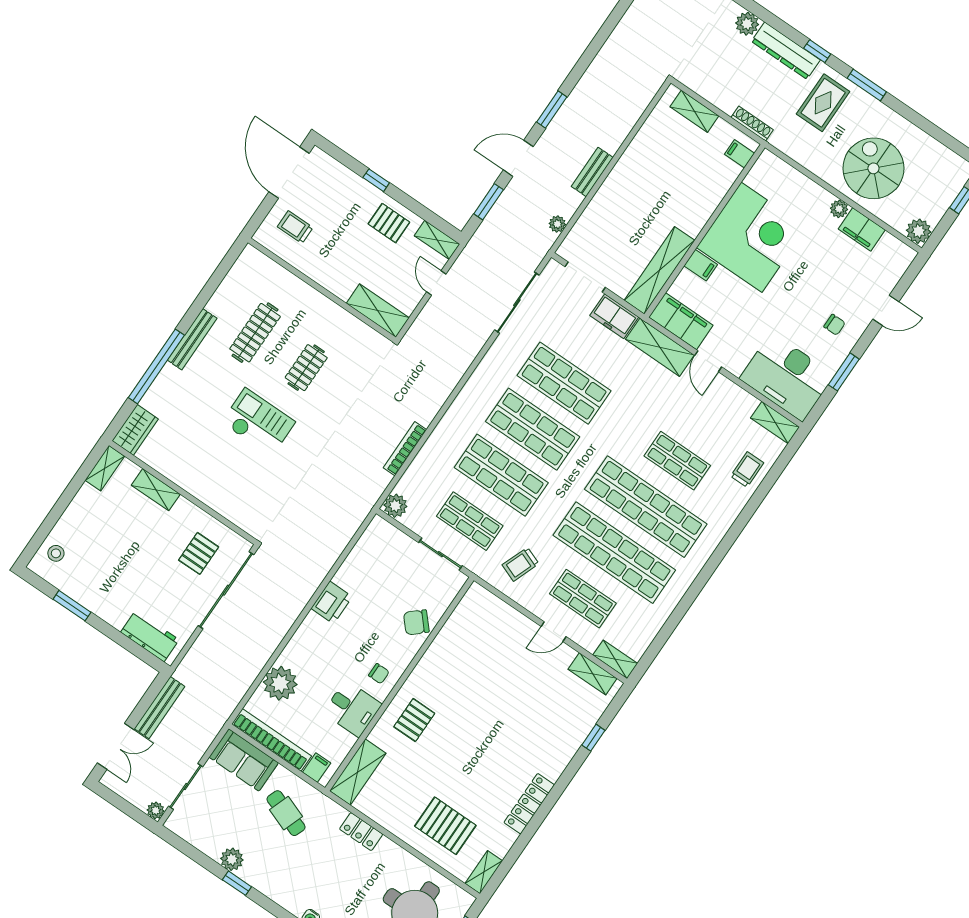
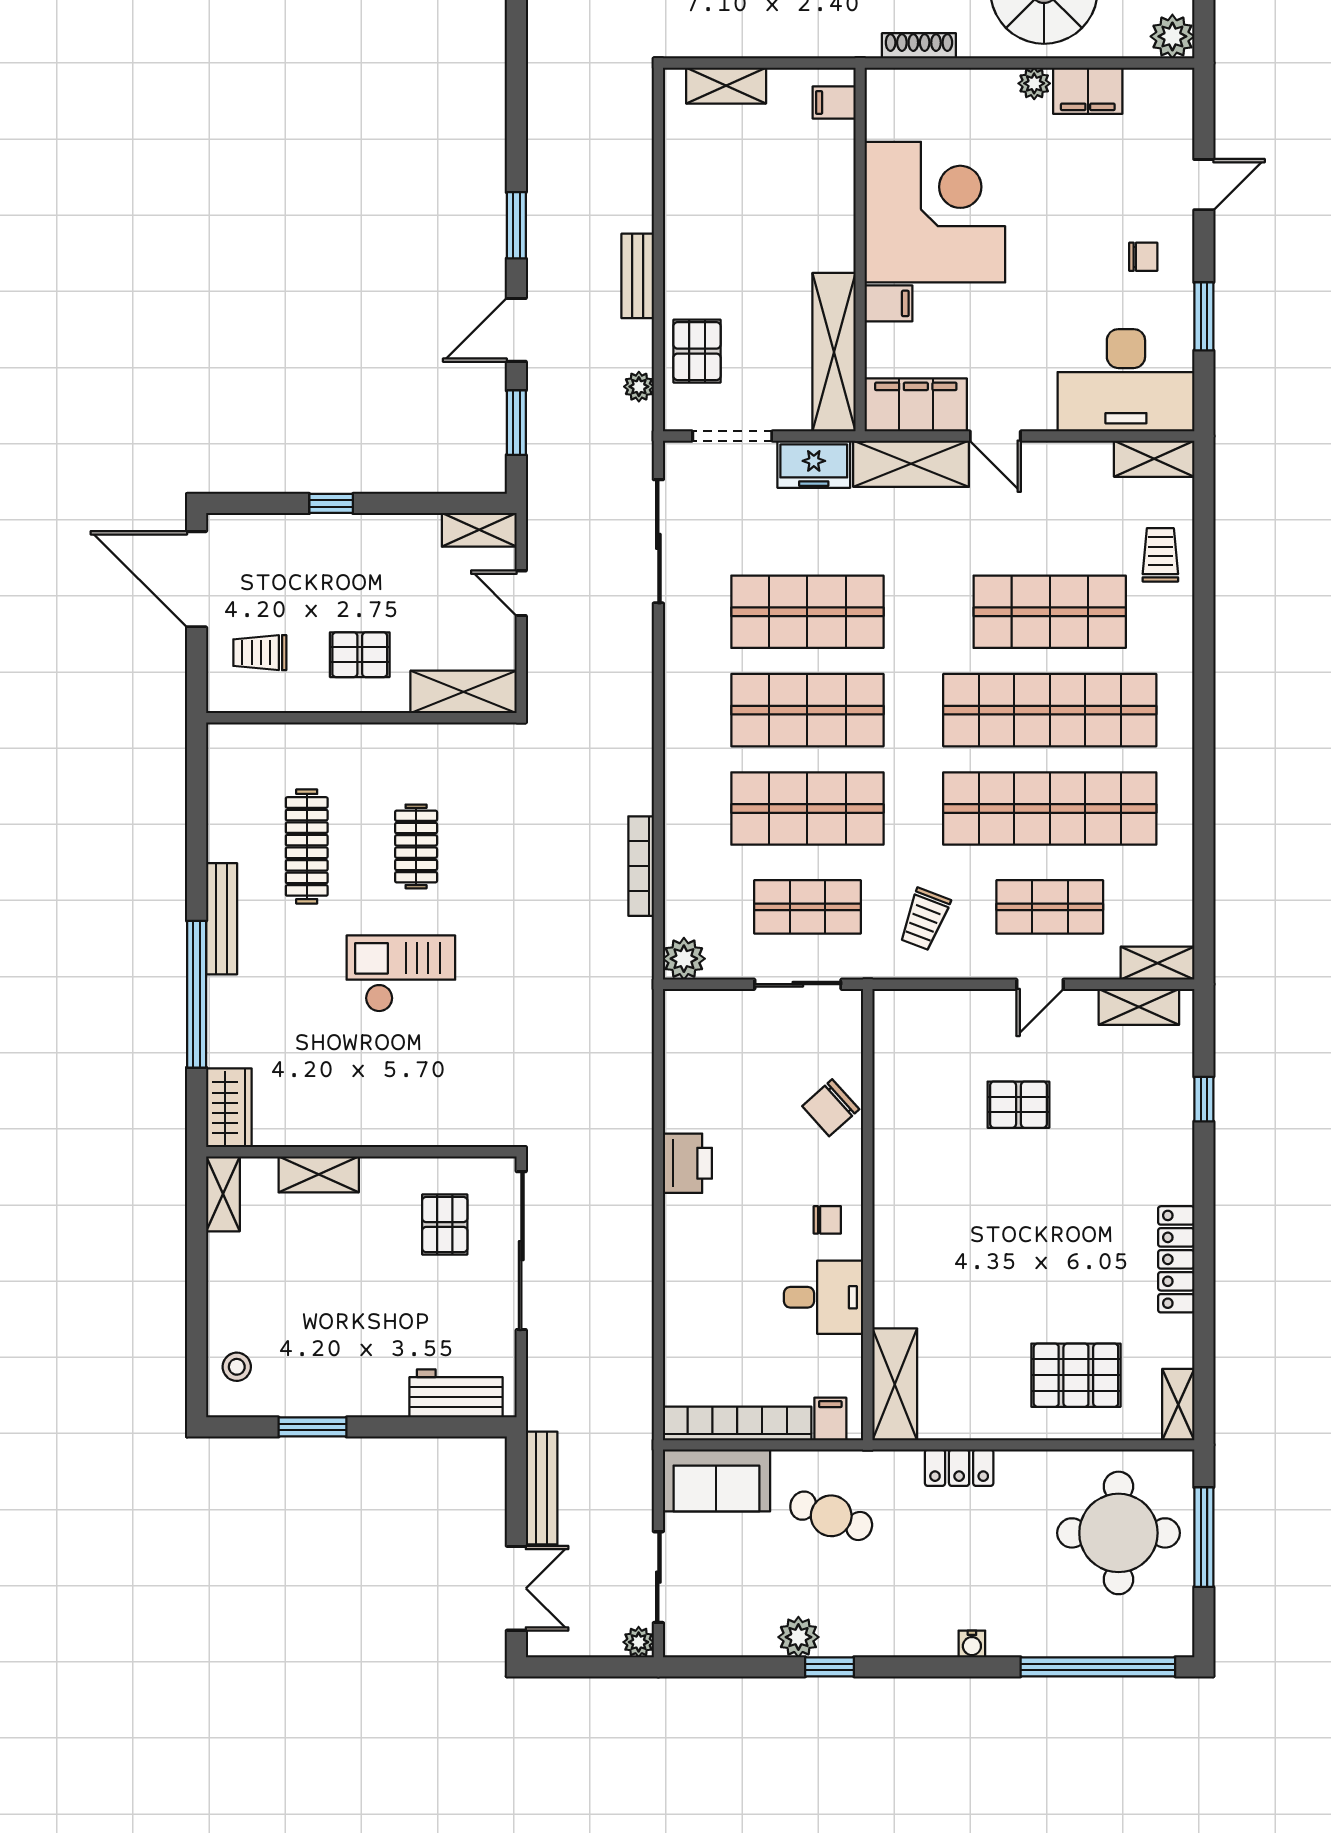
shoe rack: (752, 124) -> (919, 46), moved
pallet: (389, 223) -> (360, 655), moved
pallet: (596, 226) -> (697, 351), added
shop shelf: (677, 461) -> (1050, 612), width x1.43, depth x1.36
plant: (280, 683) -> (693, 1332), removed
pallet: (414, 720) -> (1018, 1105), moved, turned 90

